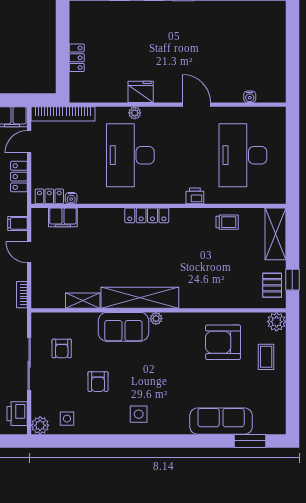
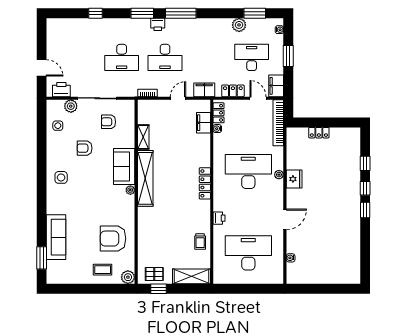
filing cabinet: (18, 223) -> (204, 90), width x2.00
armchair: (223, 342) -> (113, 239), turned -90
plant: (40, 425) -> (71, 106), moved

